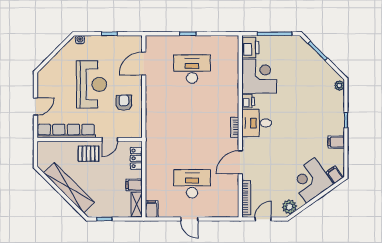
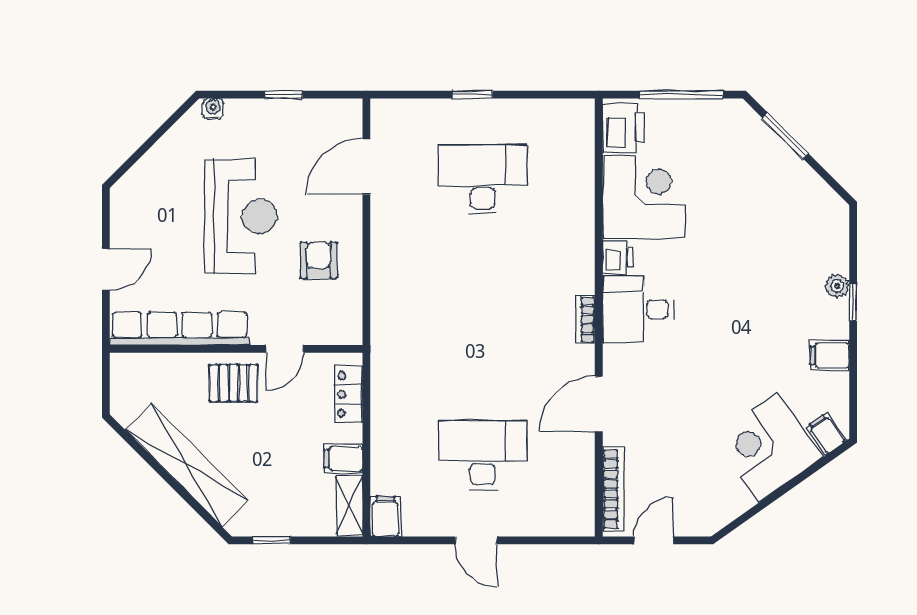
plant: (339, 86) -> (837, 286), moved
plant: (289, 207) -> (717, 511), removed

